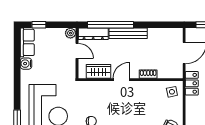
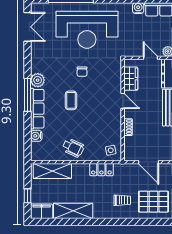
door: (77, 51) -> (151, 58), swing flipped
locker: (192, 83) -> (101, 170), moved

